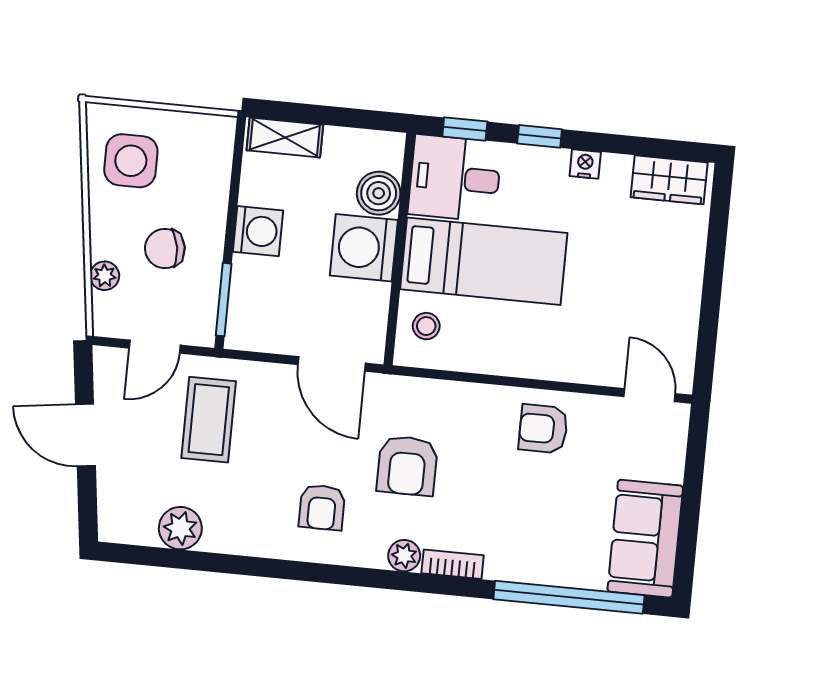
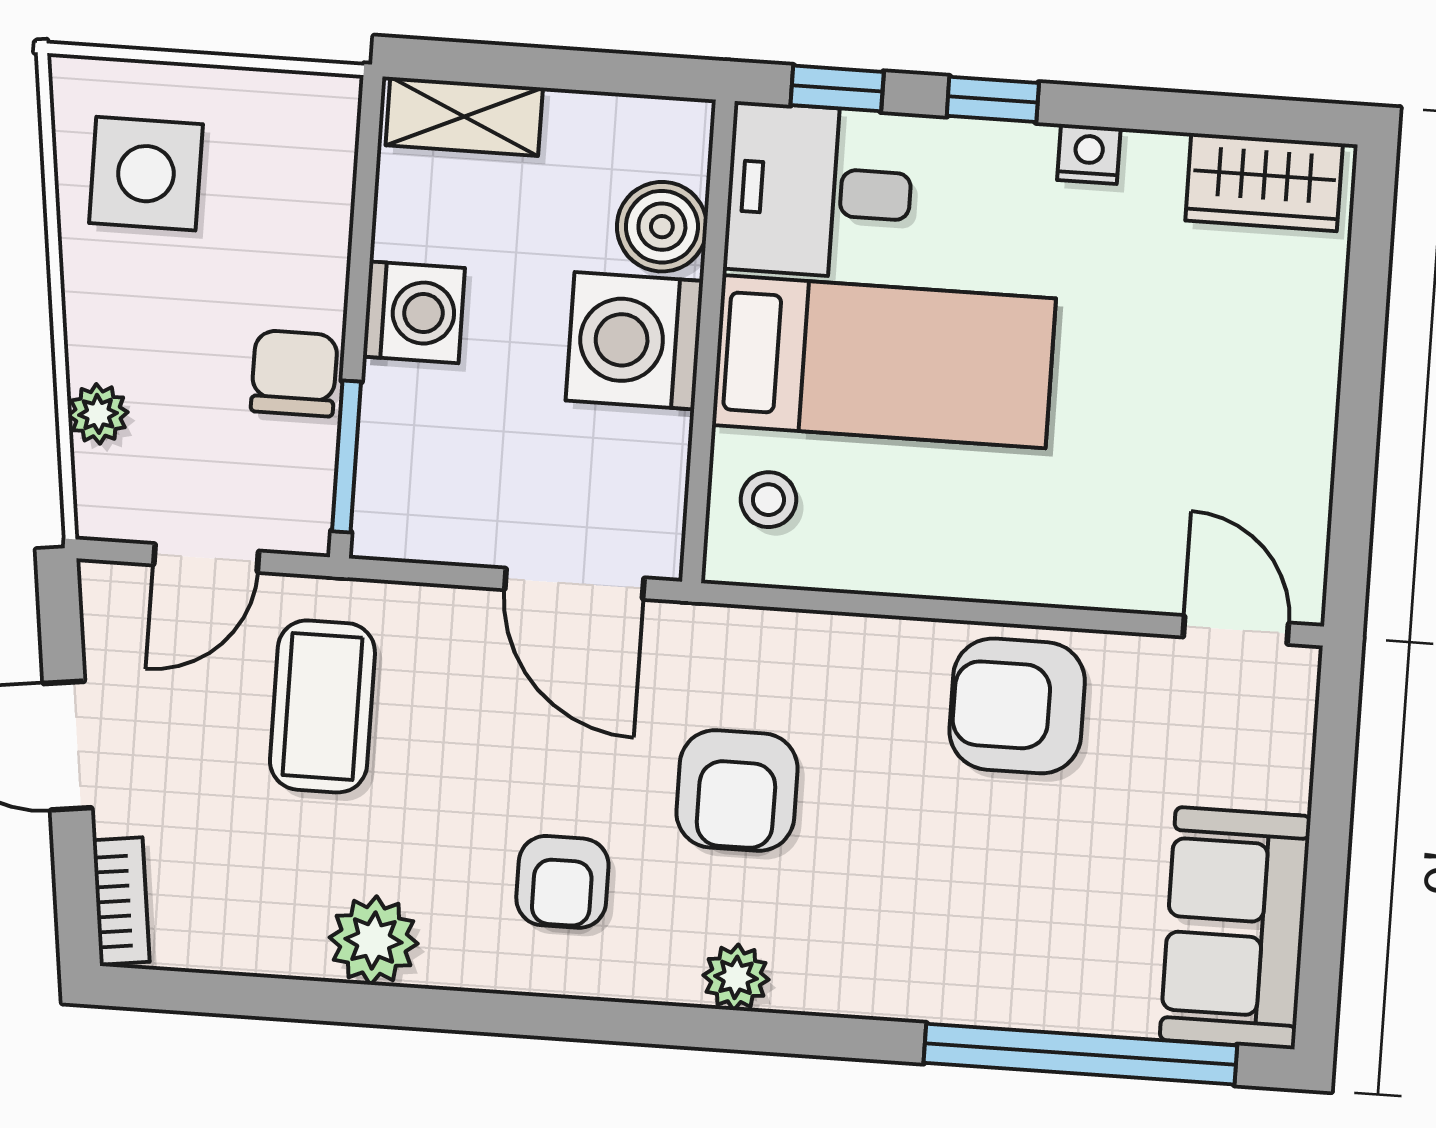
chair: (165, 248) -> (294, 373), moved, turned 99
armchair: (543, 429) -> (1017, 706), width x1.38, depth x1.38
plant: (180, 528) -> (374, 941), moved
bookcase: (453, 564) -> (121, 901), moved, turned 83

